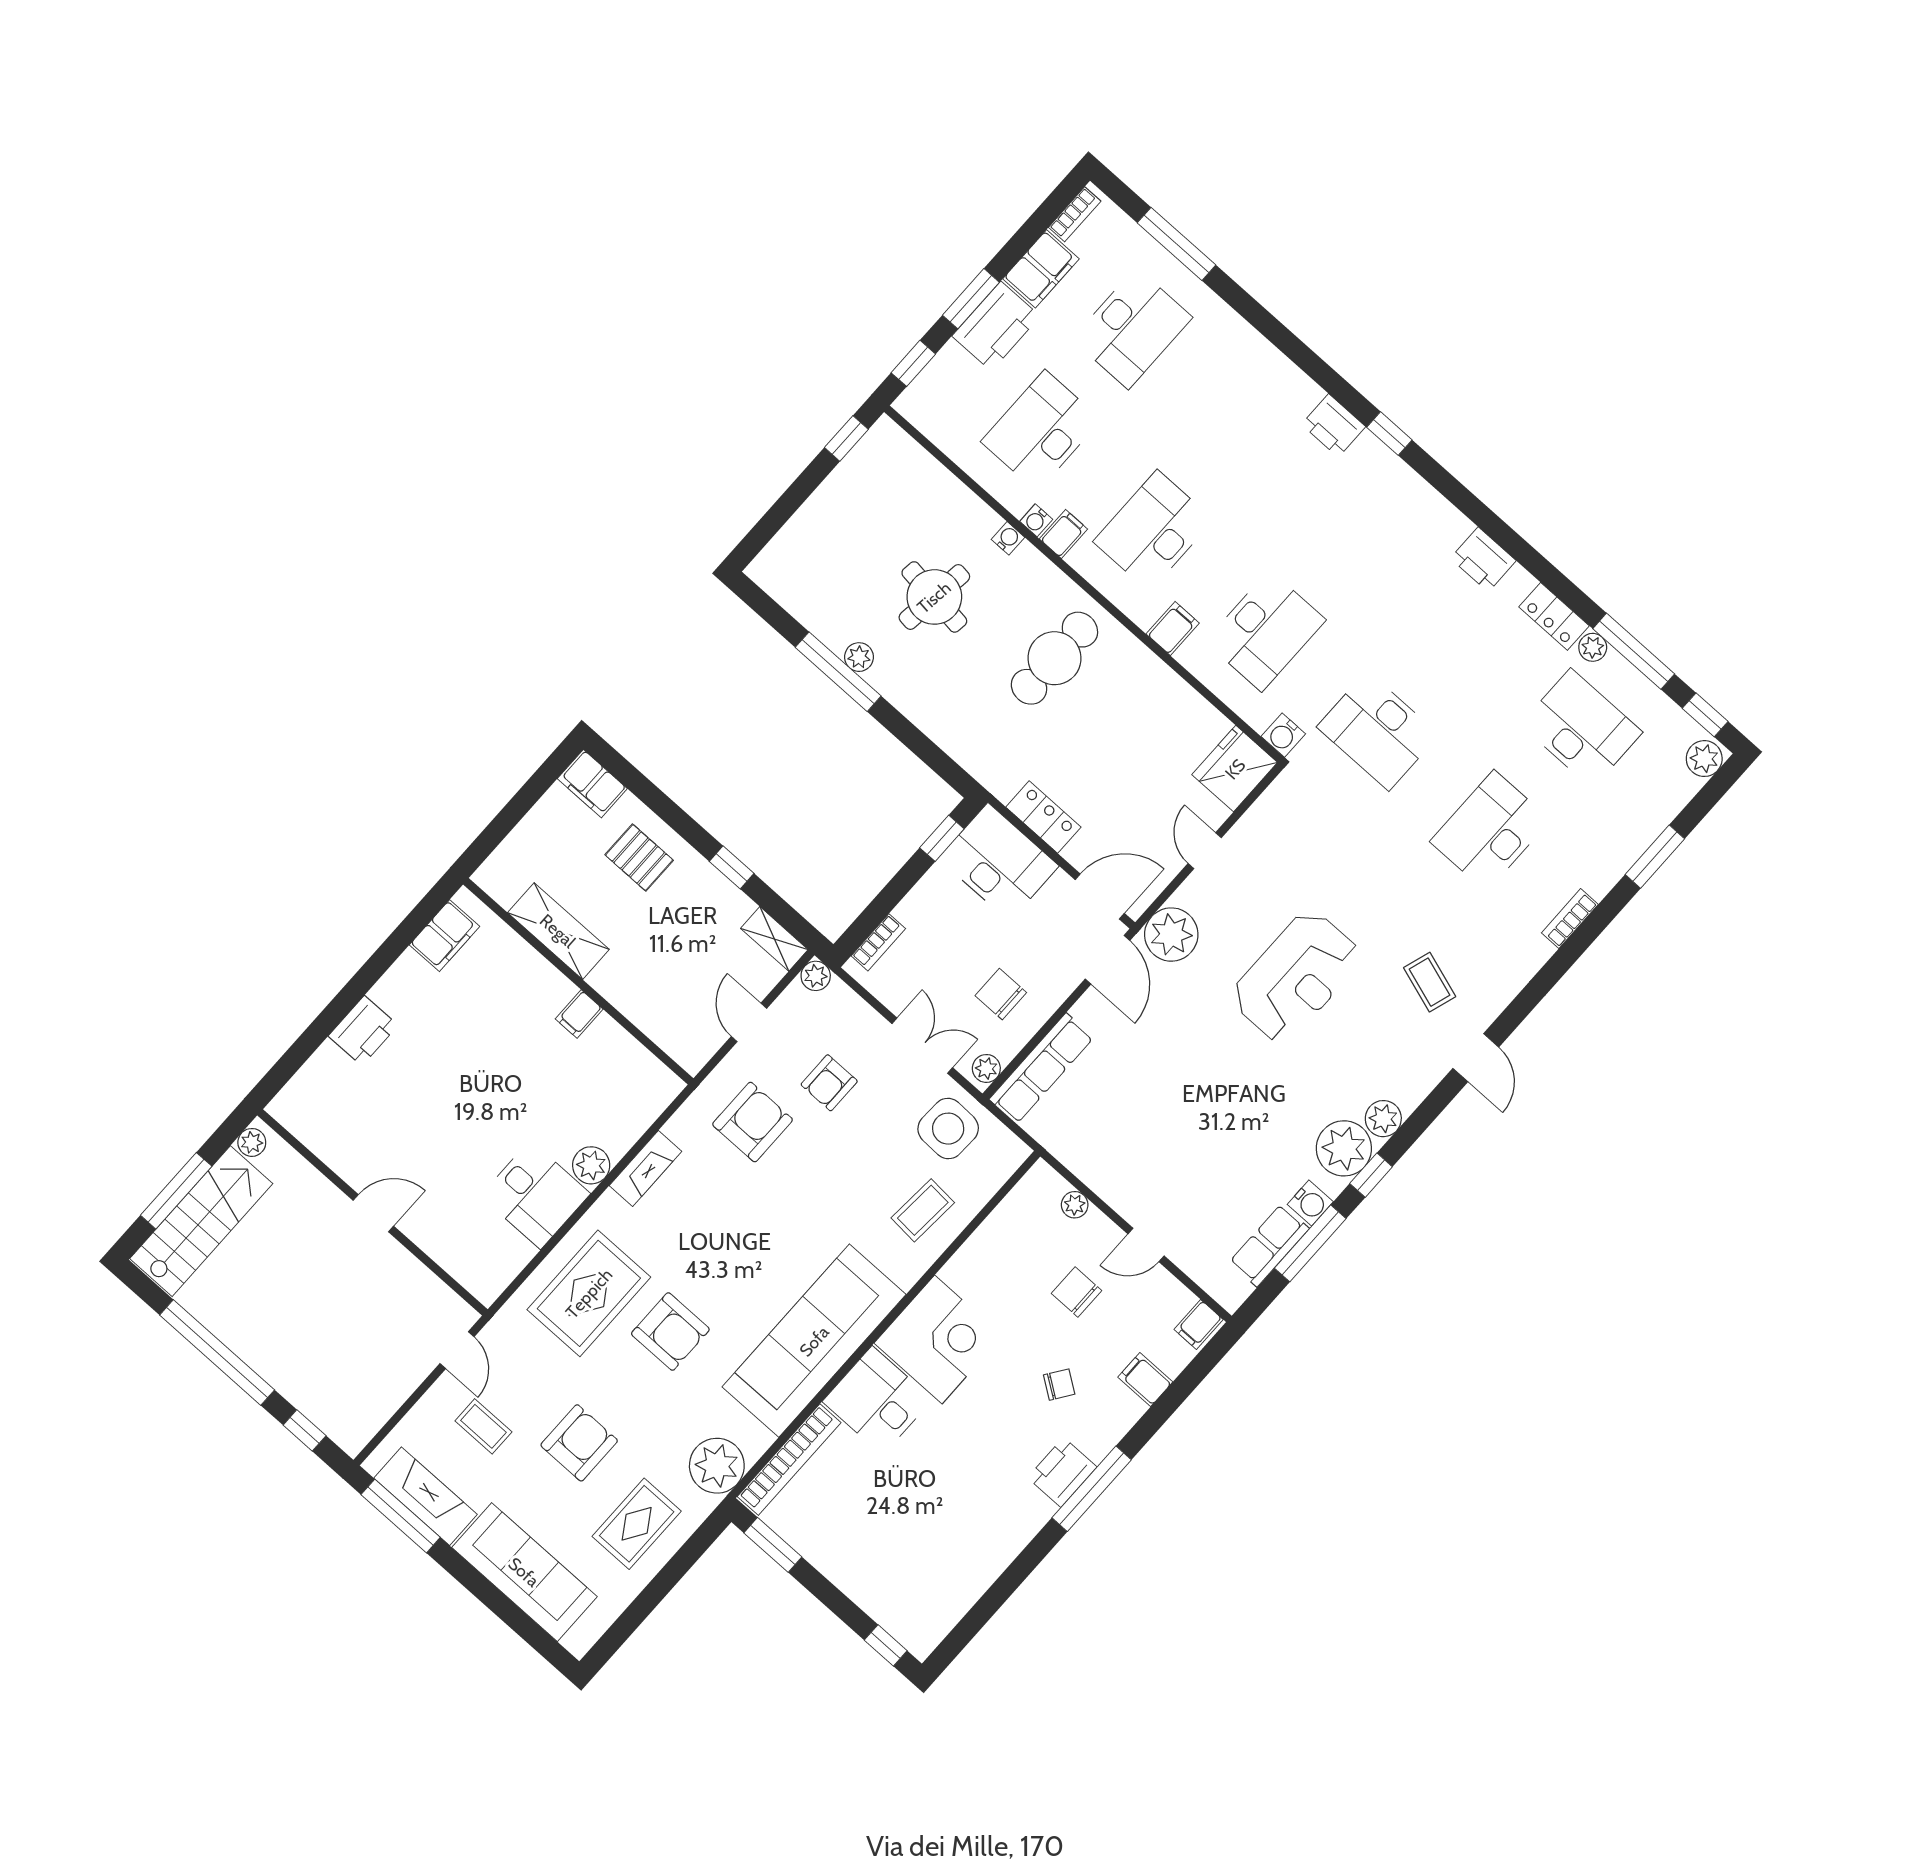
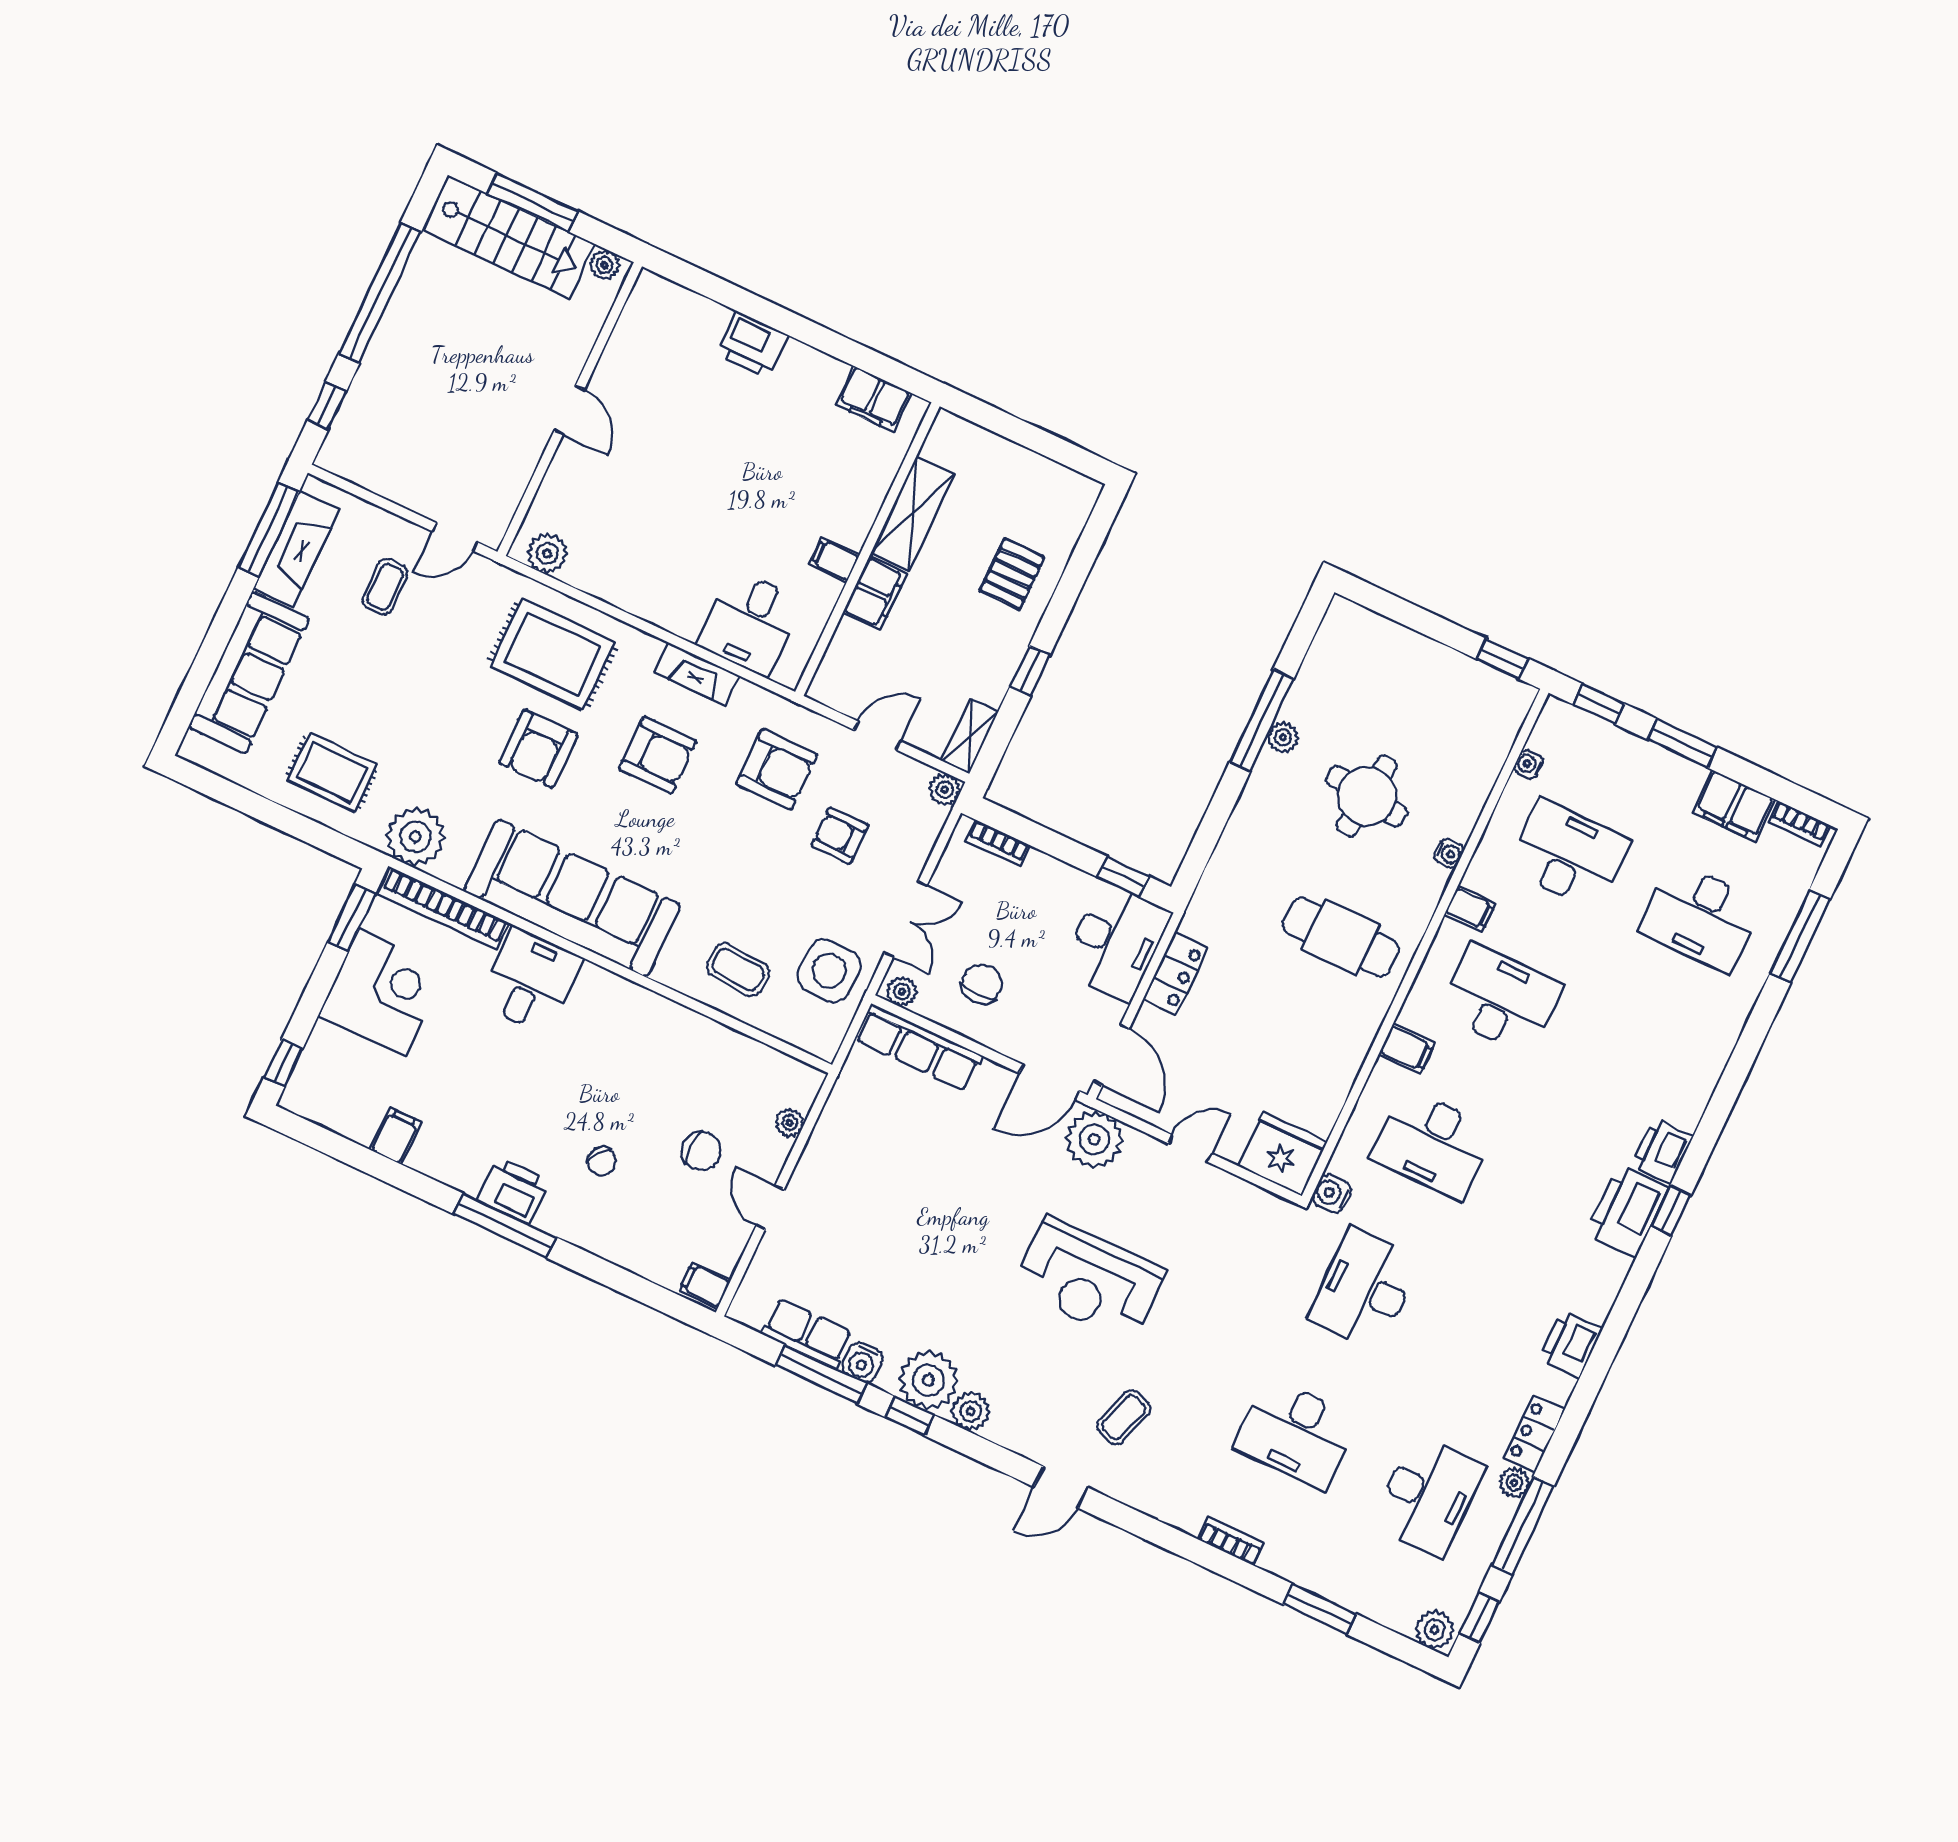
printer: (996, 326) -> (1627, 1211), moved, turned 90
water cooler: (1036, 520) -> (1529, 764), moved
filing cabinet: (592, 784) -> (875, 593), moved, turned 180
desk: (1490, 831) -> (1296, 1433), turned 180
plant: (591, 1165) -> (547, 554), moved
desk: (535, 1195) -> (751, 623), moved
chair: (1076, 1292) -> (701, 1151), turned 90
corner desk: (938, 1339) -> (382, 992), moved, turned -90
filing cabinet: (1145, 1380) -> (396, 1136), moved
armchair: (579, 1443) -> (658, 755), moved

